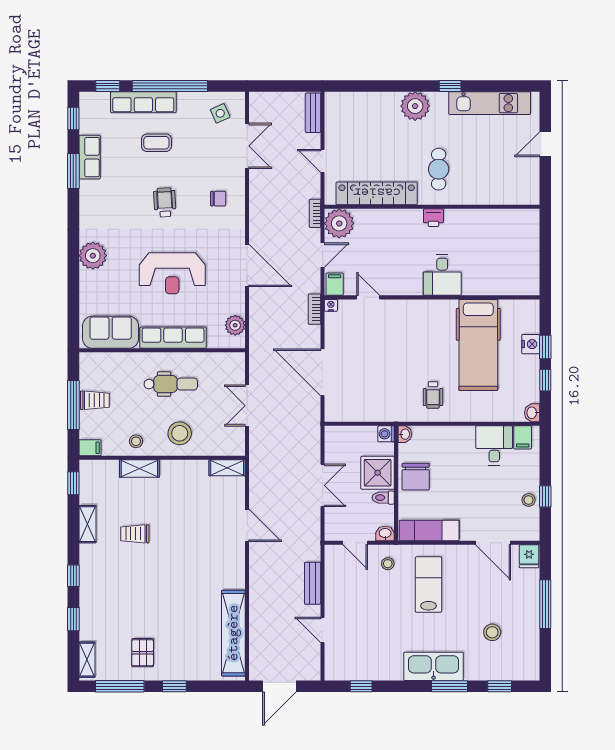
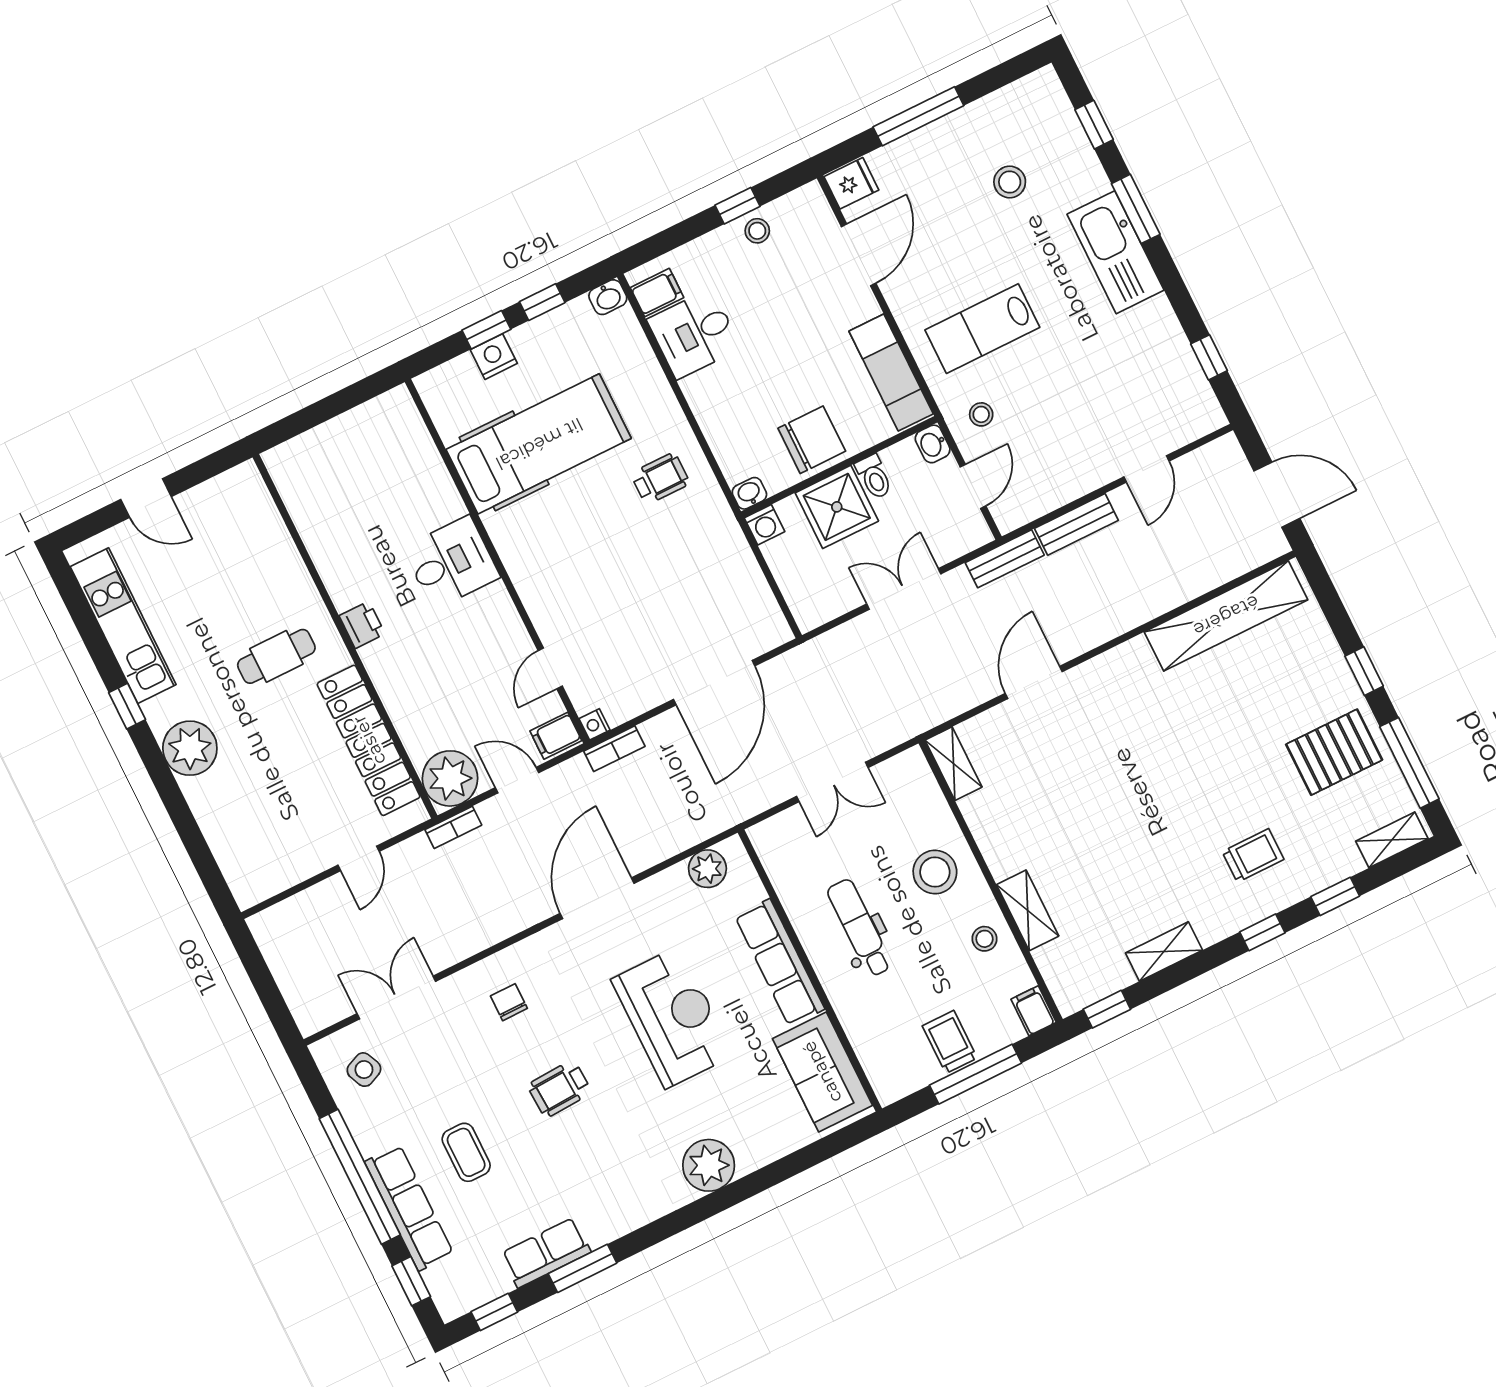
bench: (313, 113) -> (1005, 559), moved
trolley: (135, 534) -> (1253, 855), moved, turned -90
pallet: (143, 653) -> (1334, 752), width x1.50, depth x1.42

